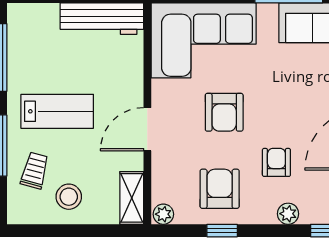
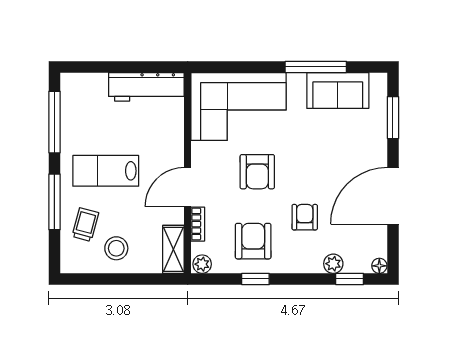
lab bench: (57, 111) -> (106, 171), turned 180
bookcase: (159, 170) -> (198, 224), added
plant: (288, 214) -> (333, 264), moved

